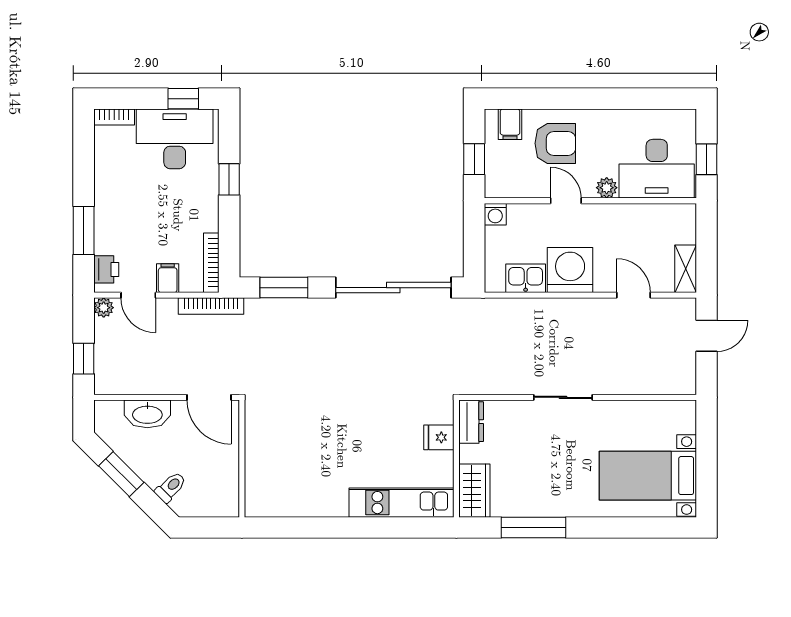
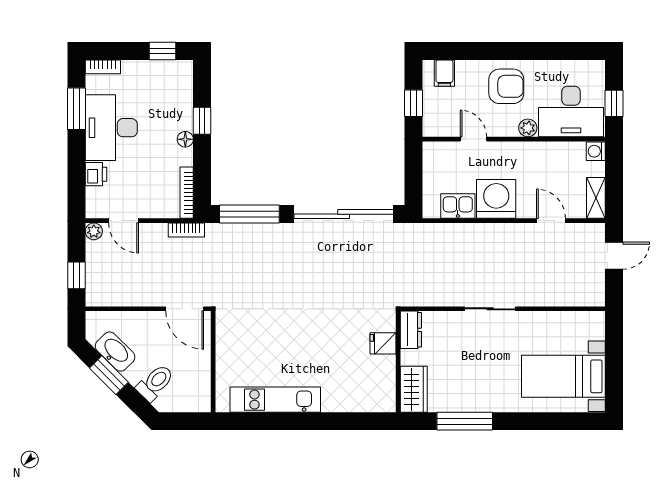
desk: (175, 139) -> (111, 128), moved, turned -90
armchair: (555, 143) -> (506, 86), moved
floor lamp: (210, 201) -> (185, 139), added
door: (566, 201) -> (473, 139), moved
washing machine: (495, 214) -> (596, 151), moved, turned 90
window: (84, 231) -> (76, 109), moved
printer: (106, 269) -> (96, 174), moved
filing cabinet: (168, 278) -> (149, 206), removed
window: (284, 288) -> (249, 214), width x1.44
bookcase: (211, 306) -> (186, 230), width x0.64
washbasin: (147, 414) -> (115, 352), moved, turned -135
toilet: (171, 487) -> (155, 383), width x1.37, depth x1.39
kitchen unit: (401, 503) -> (275, 400), moved

